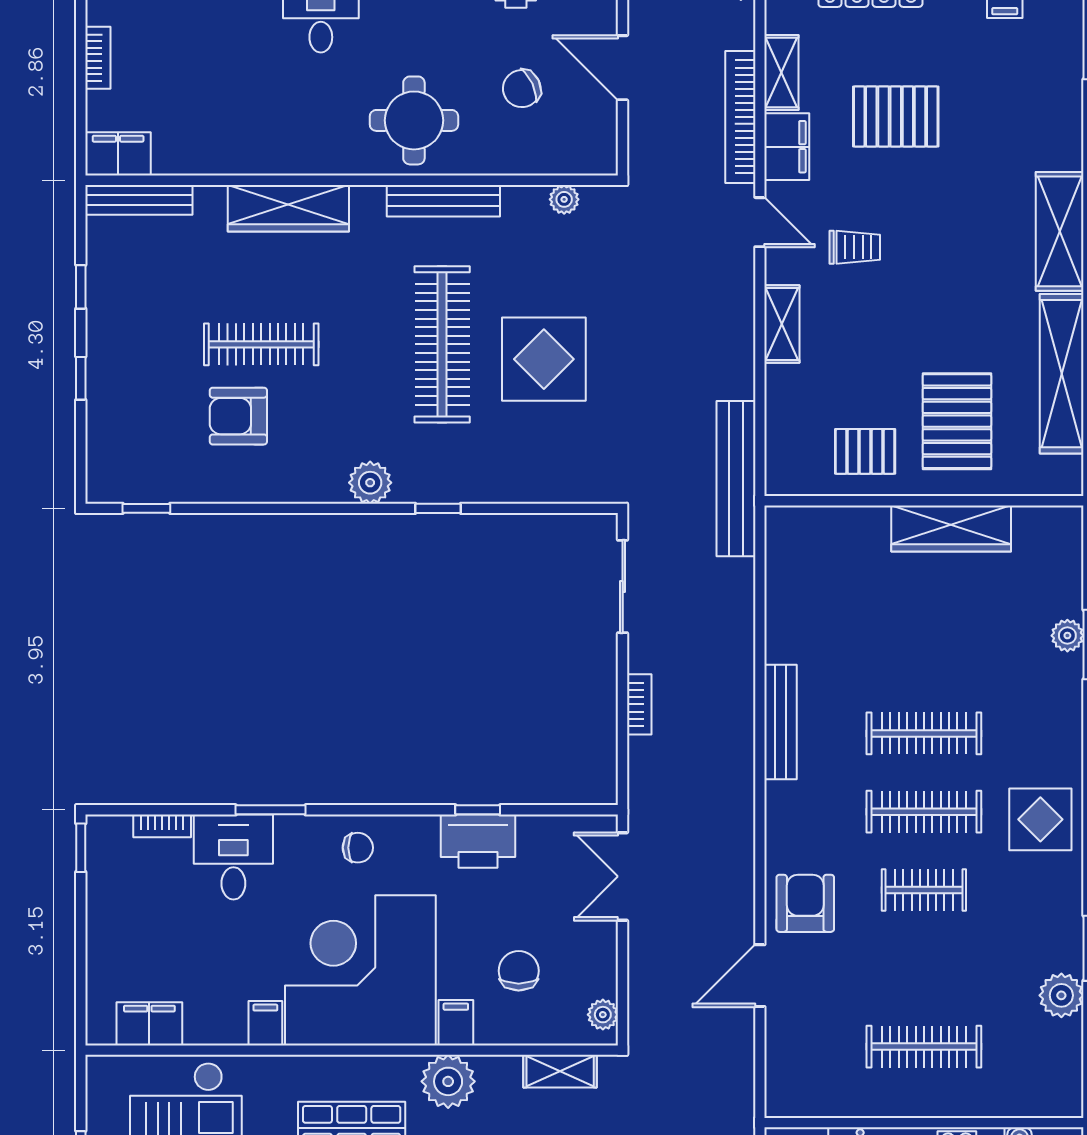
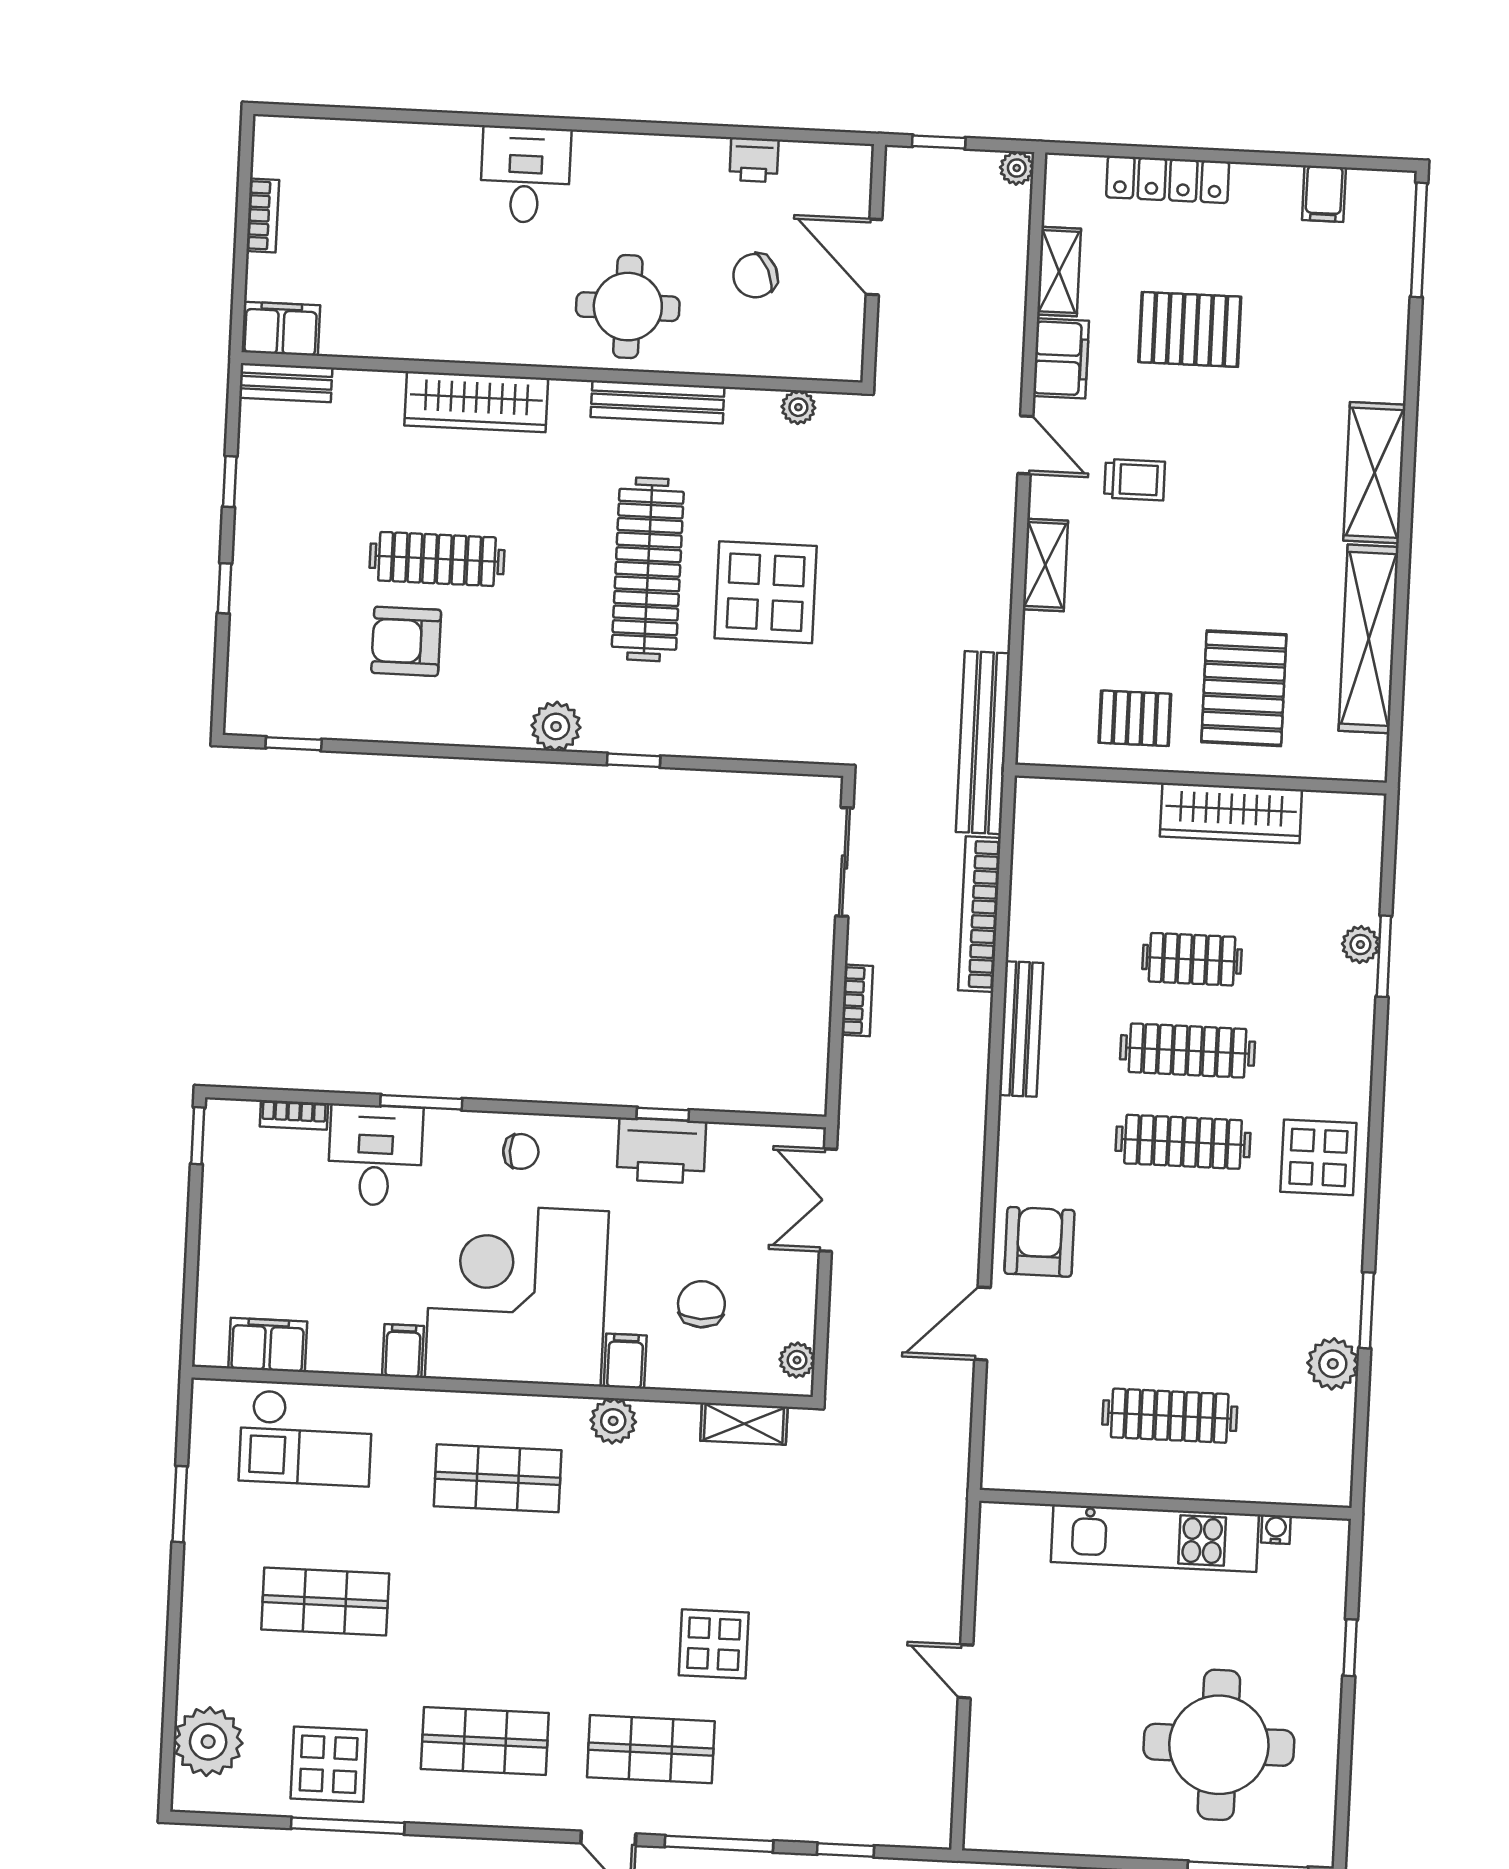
bookcase: (740, 117) -> (980, 914), moved
bench: (139, 200) -> (286, 383), width x0.73
clothes rail: (924, 890) -> (1192, 959), moved
plant: (448, 1081) -> (613, 1421), width x0.73, depth x0.73

